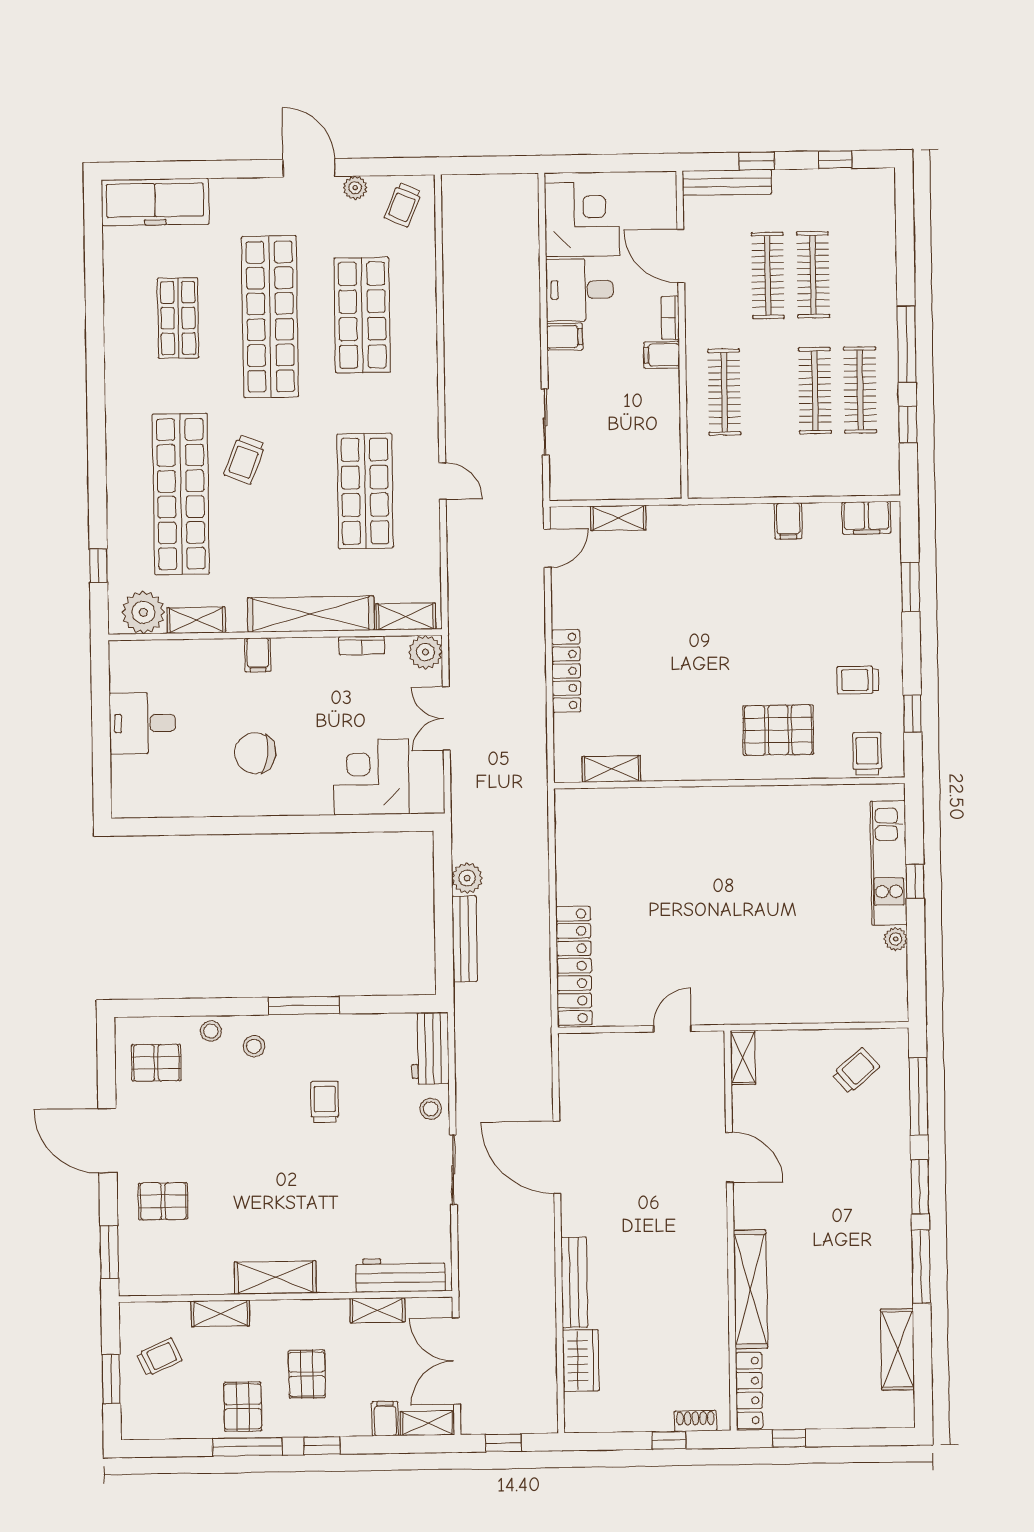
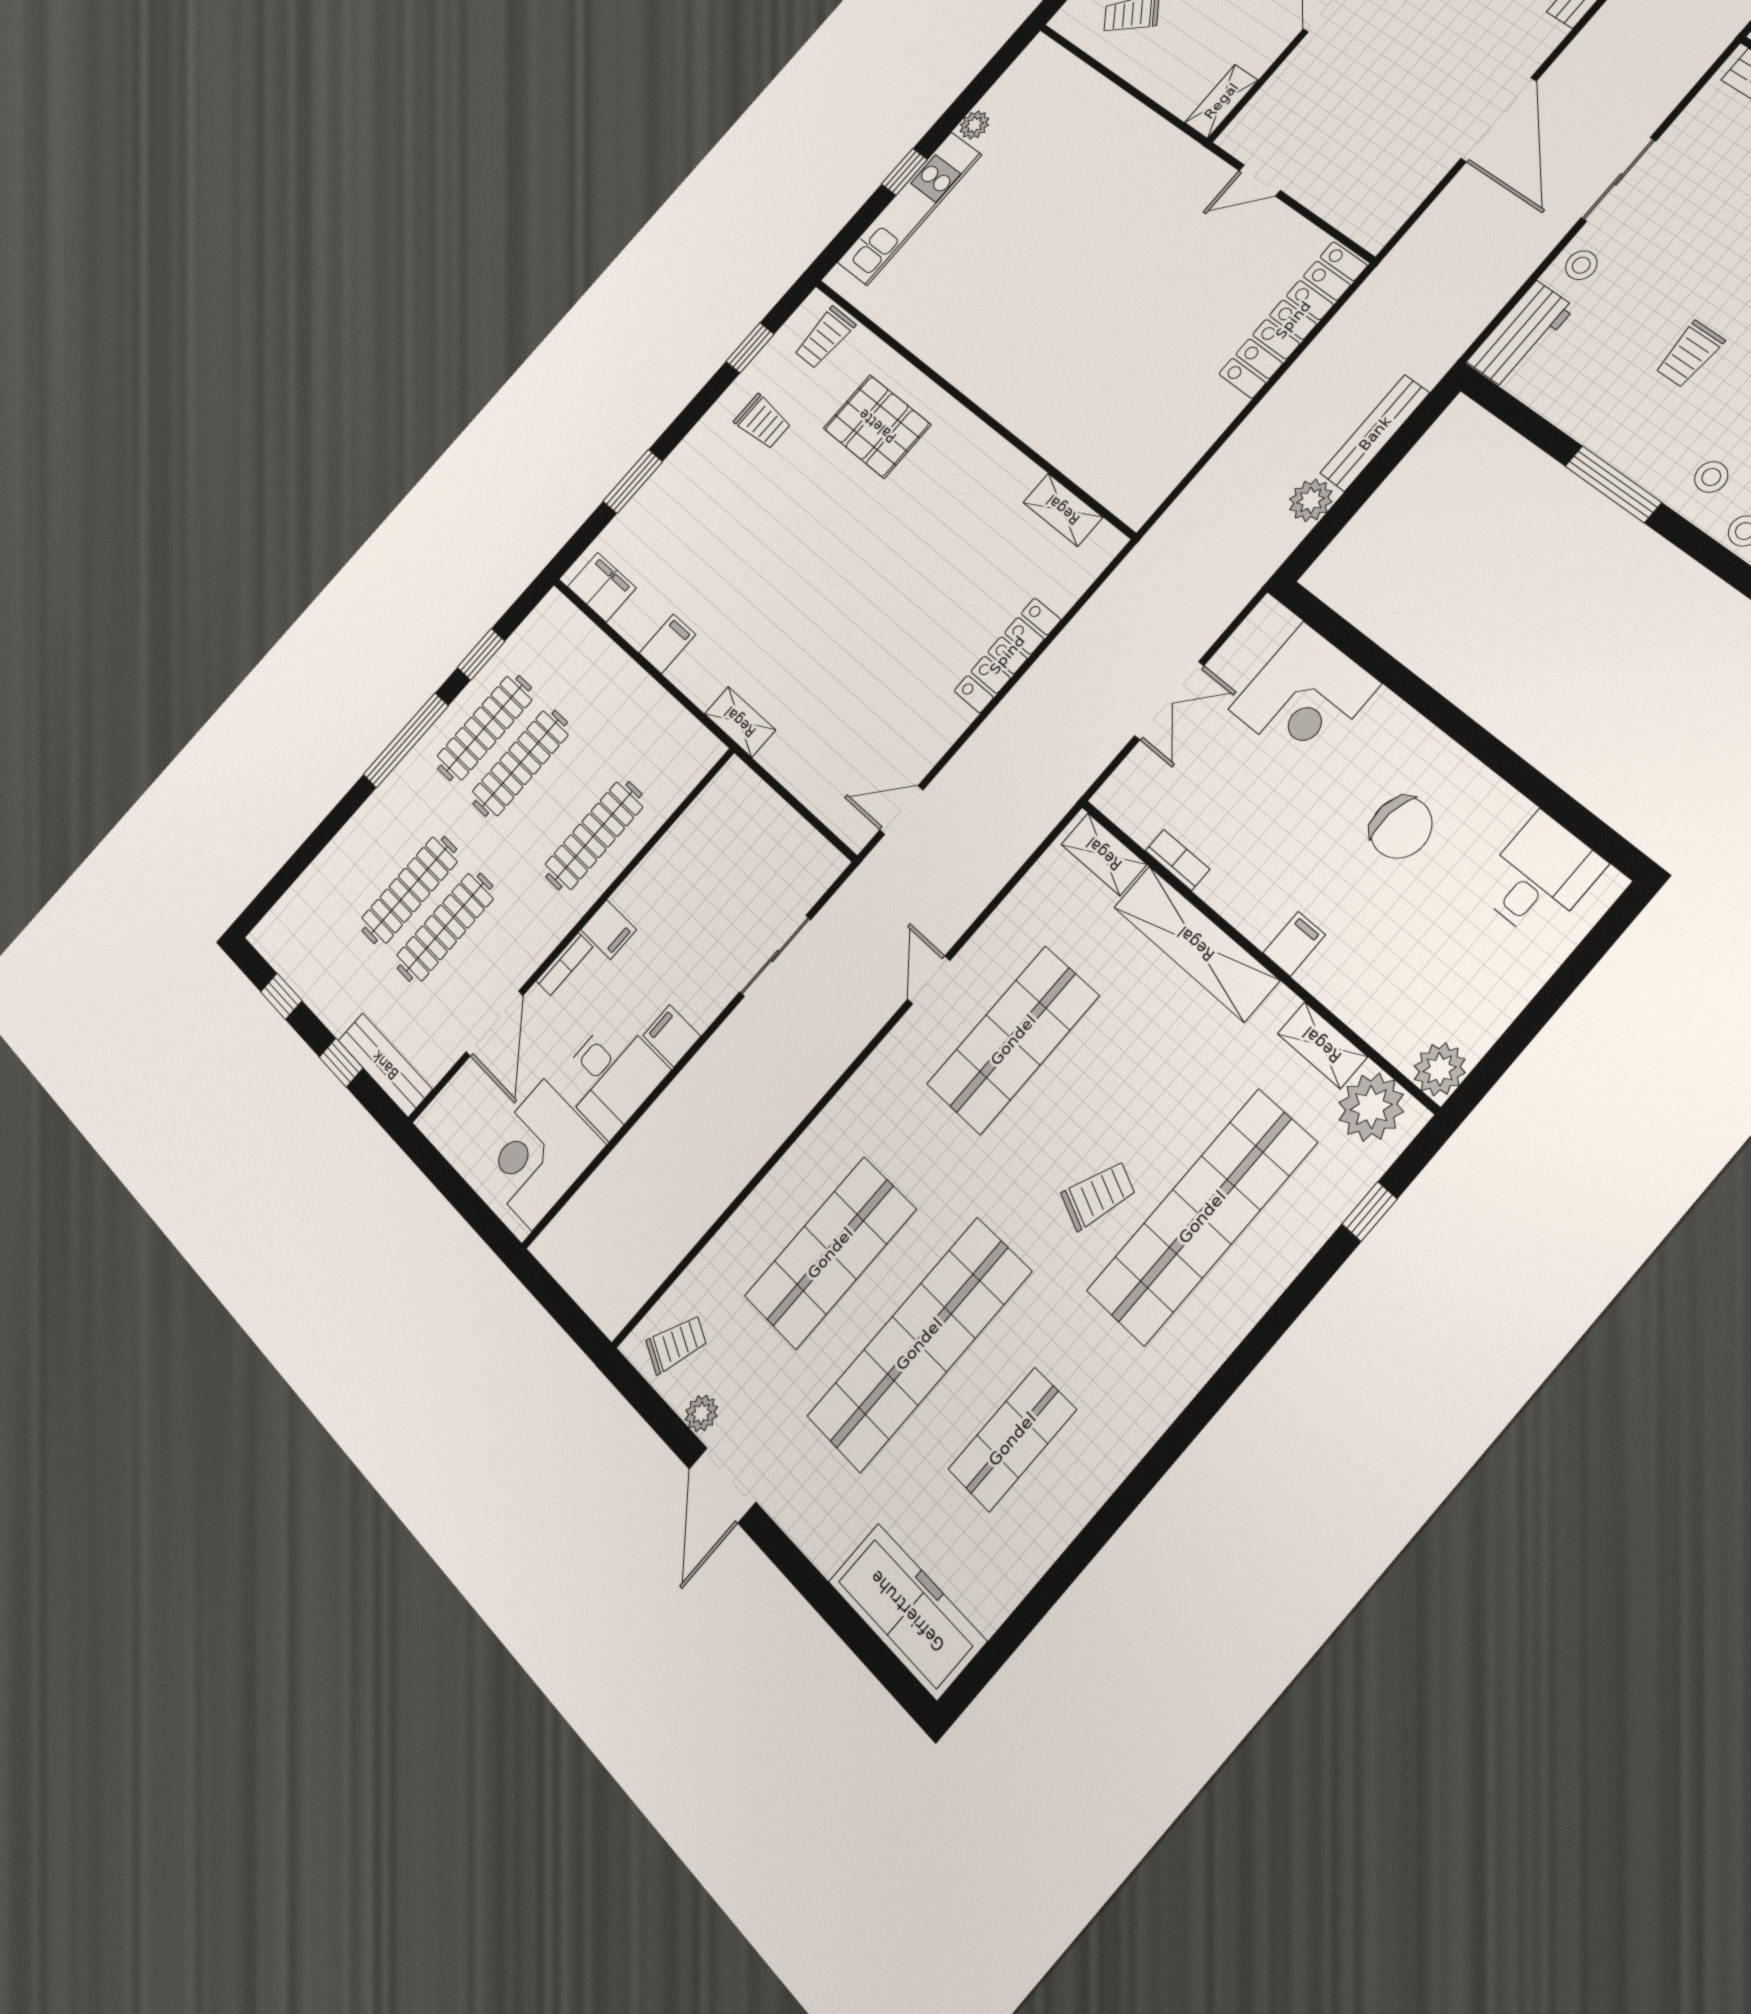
shelving: (618, 518) -> (740, 722), moved
plant: (425, 652) -> (1440, 1069), moved
desk: (142, 723) -> (1540, 876), moved, turned -90

